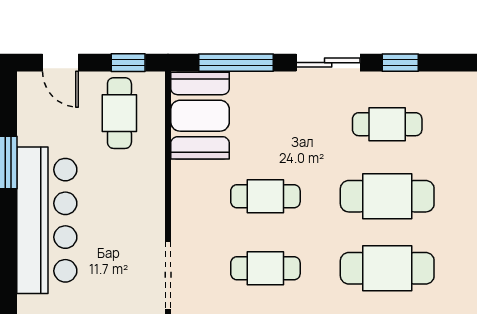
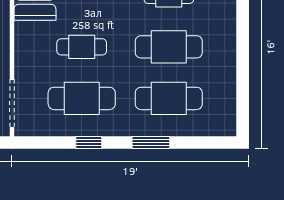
cafe table: (265, 268) -> (82, 98), width x1.37, depth x1.35

